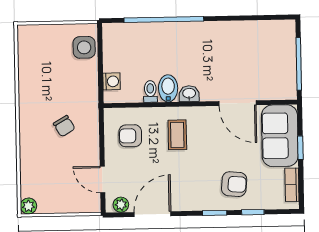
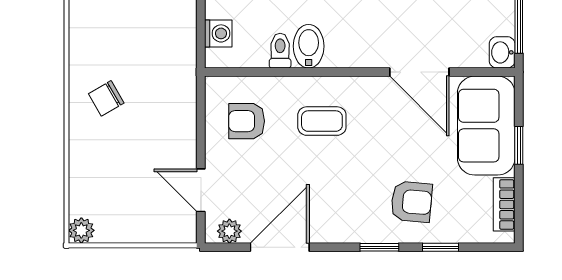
washbasin: (189, 94) -> (502, 52), moved, turned -90
chair: (64, 126) -> (106, 98), moved, turned 90
coffee table: (177, 135) -> (322, 121), turned 90

